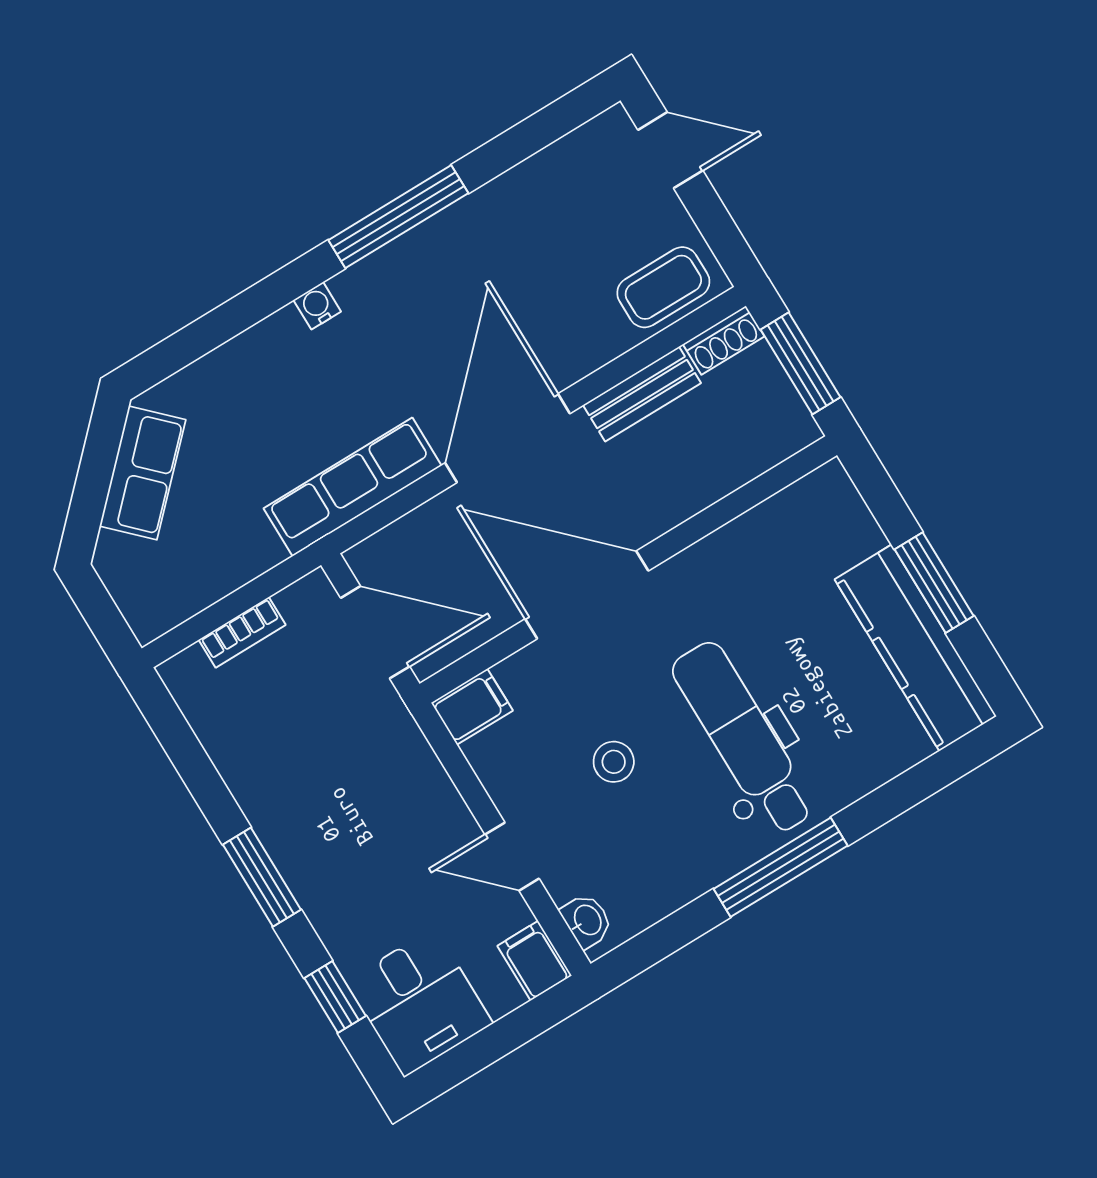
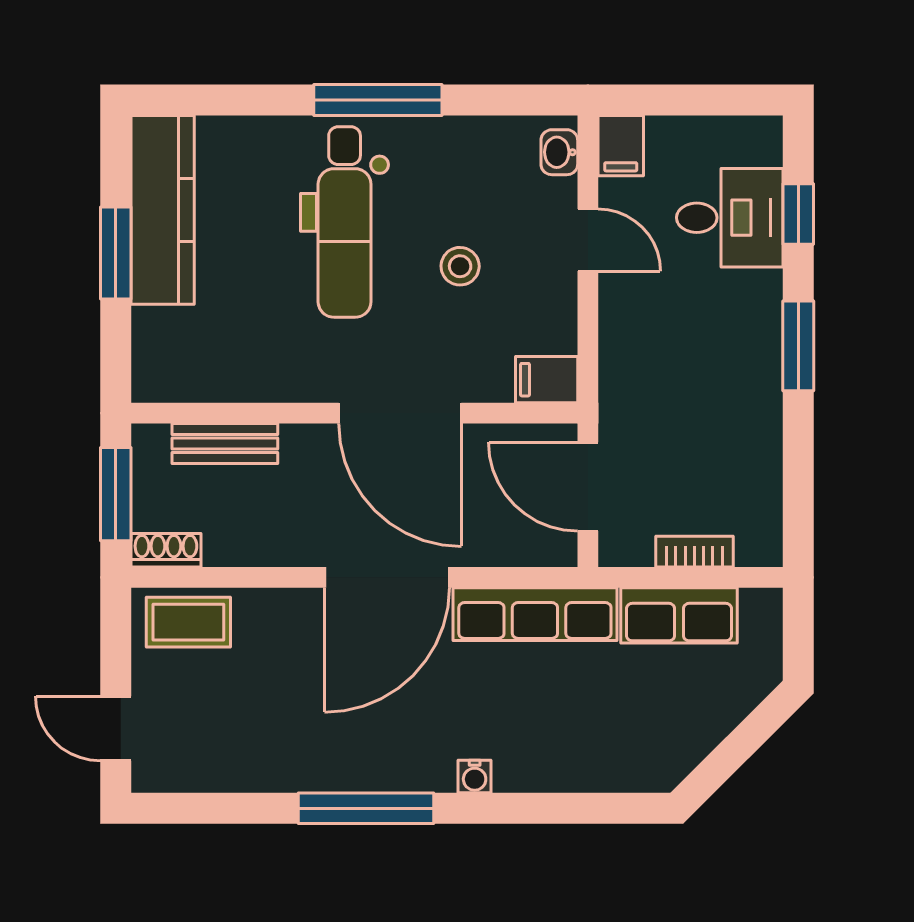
bench: (642, 394) -> (225, 444), moved
row of seats: (143, 473) -> (679, 615), moved, turned -135
desk: (419, 1002) -> (730, 218), moved, turned 90

